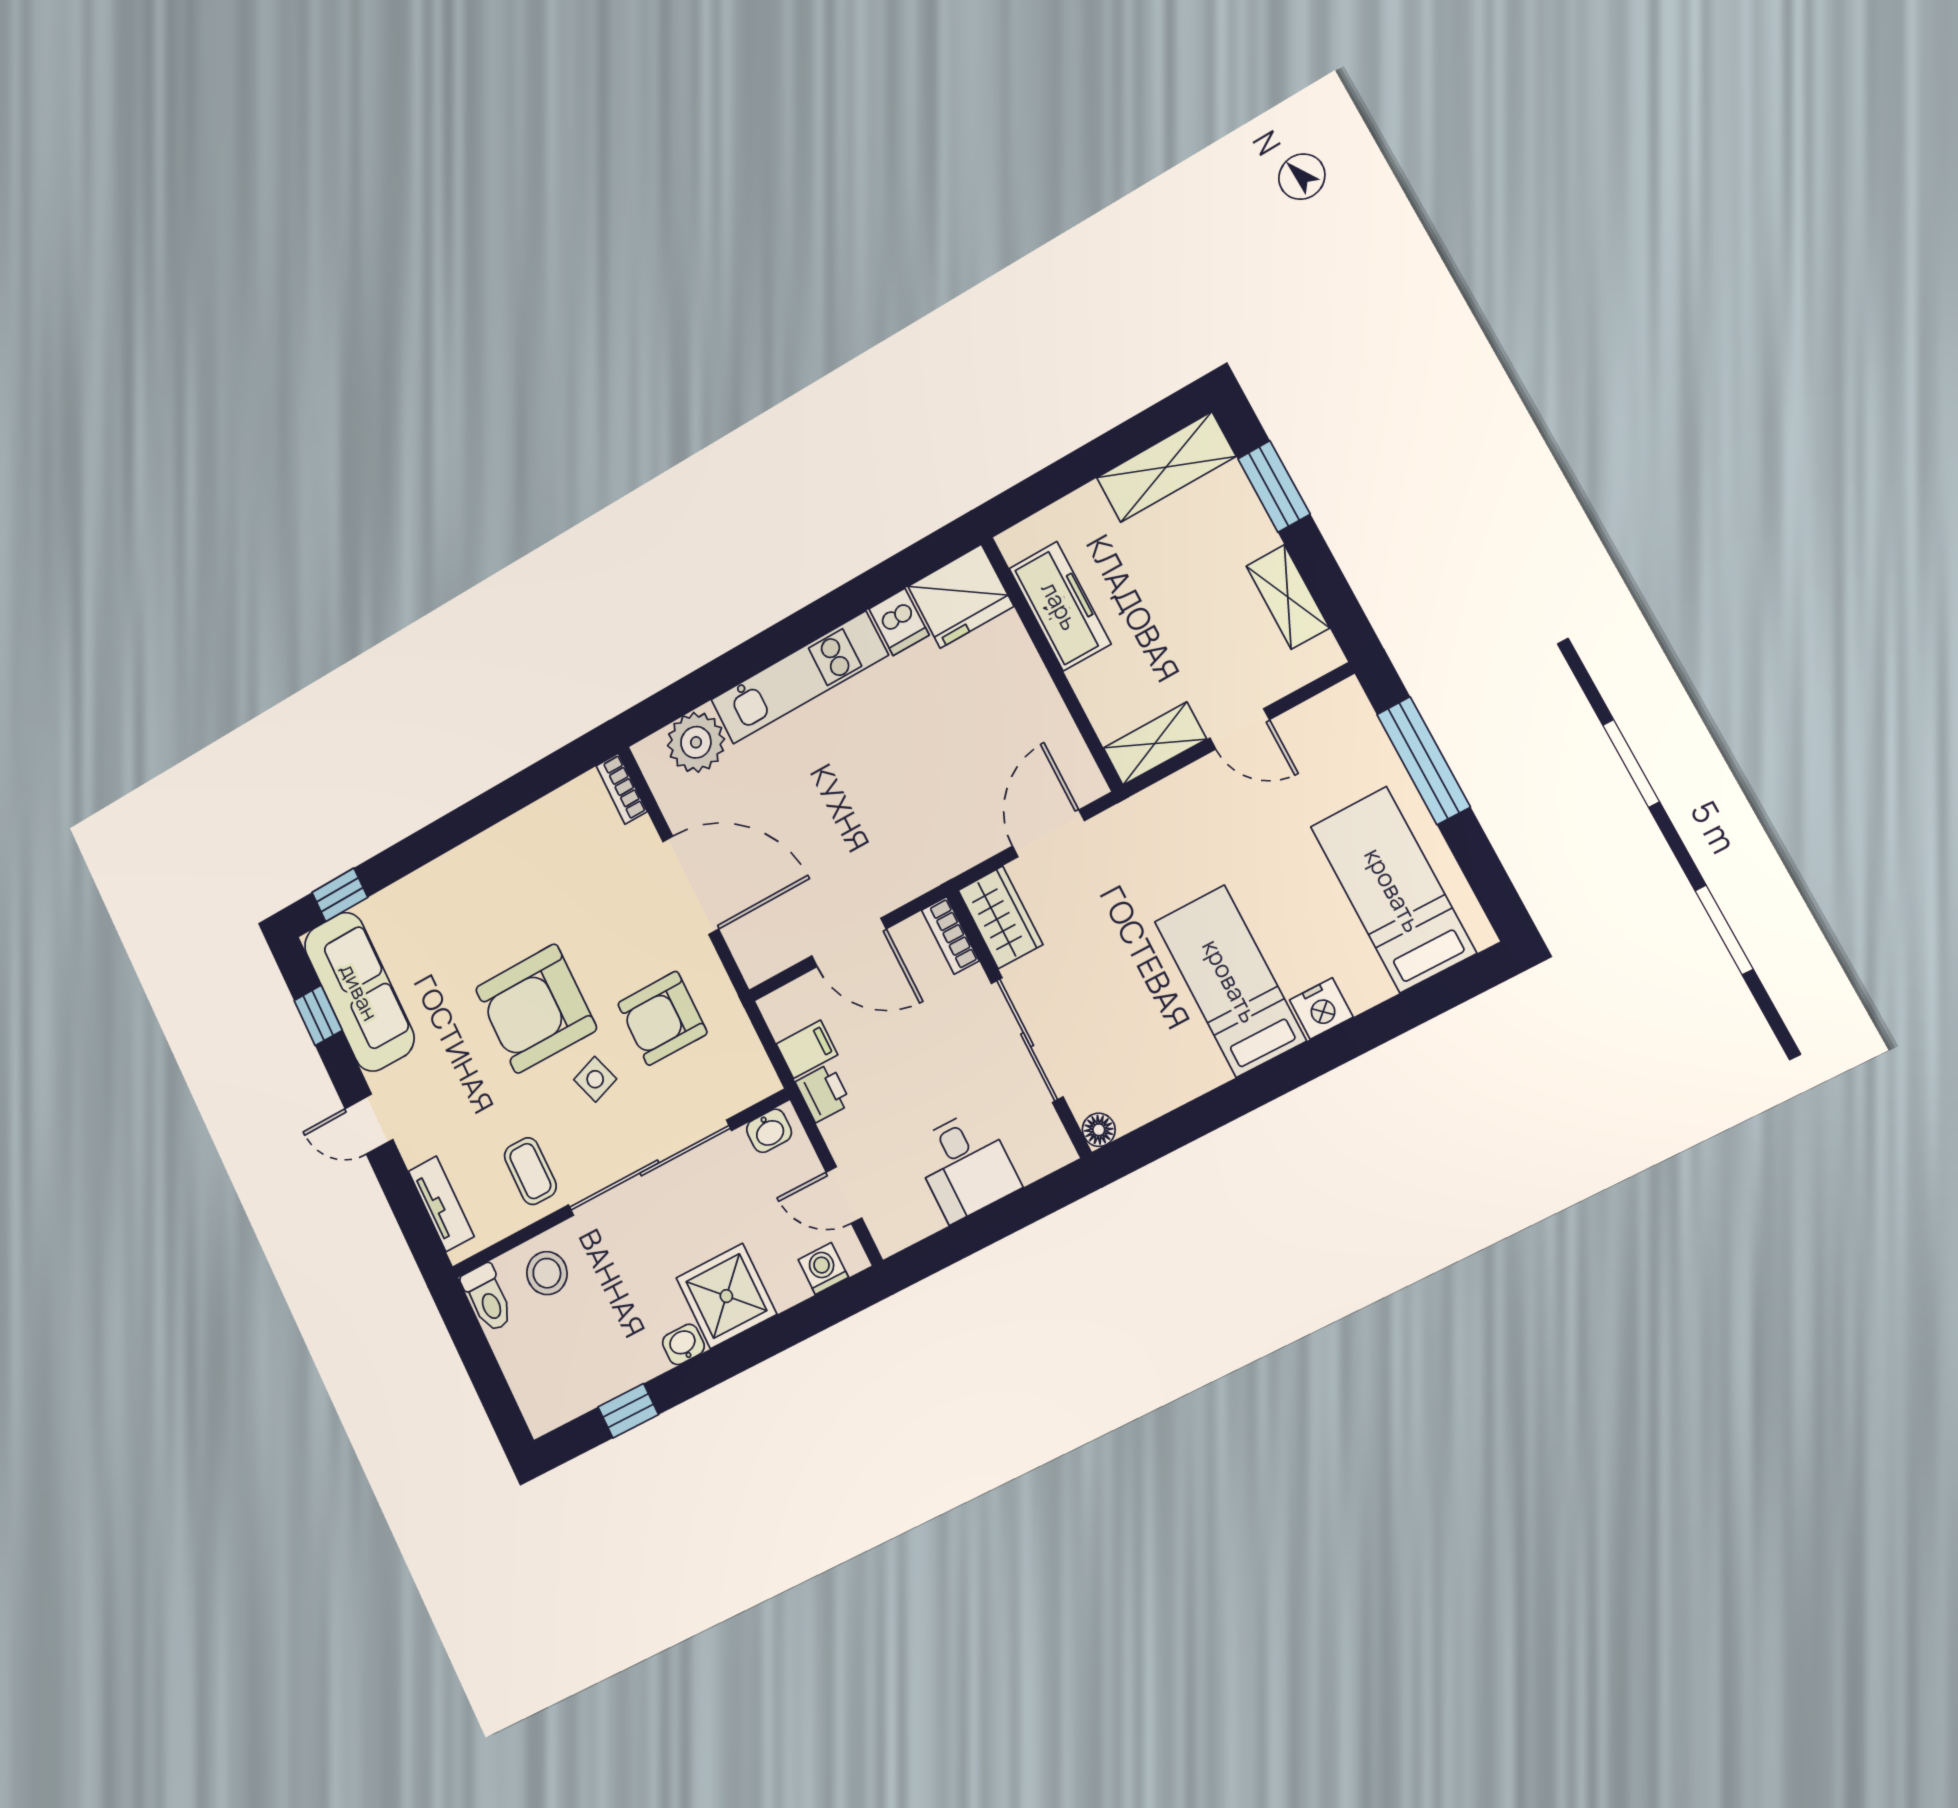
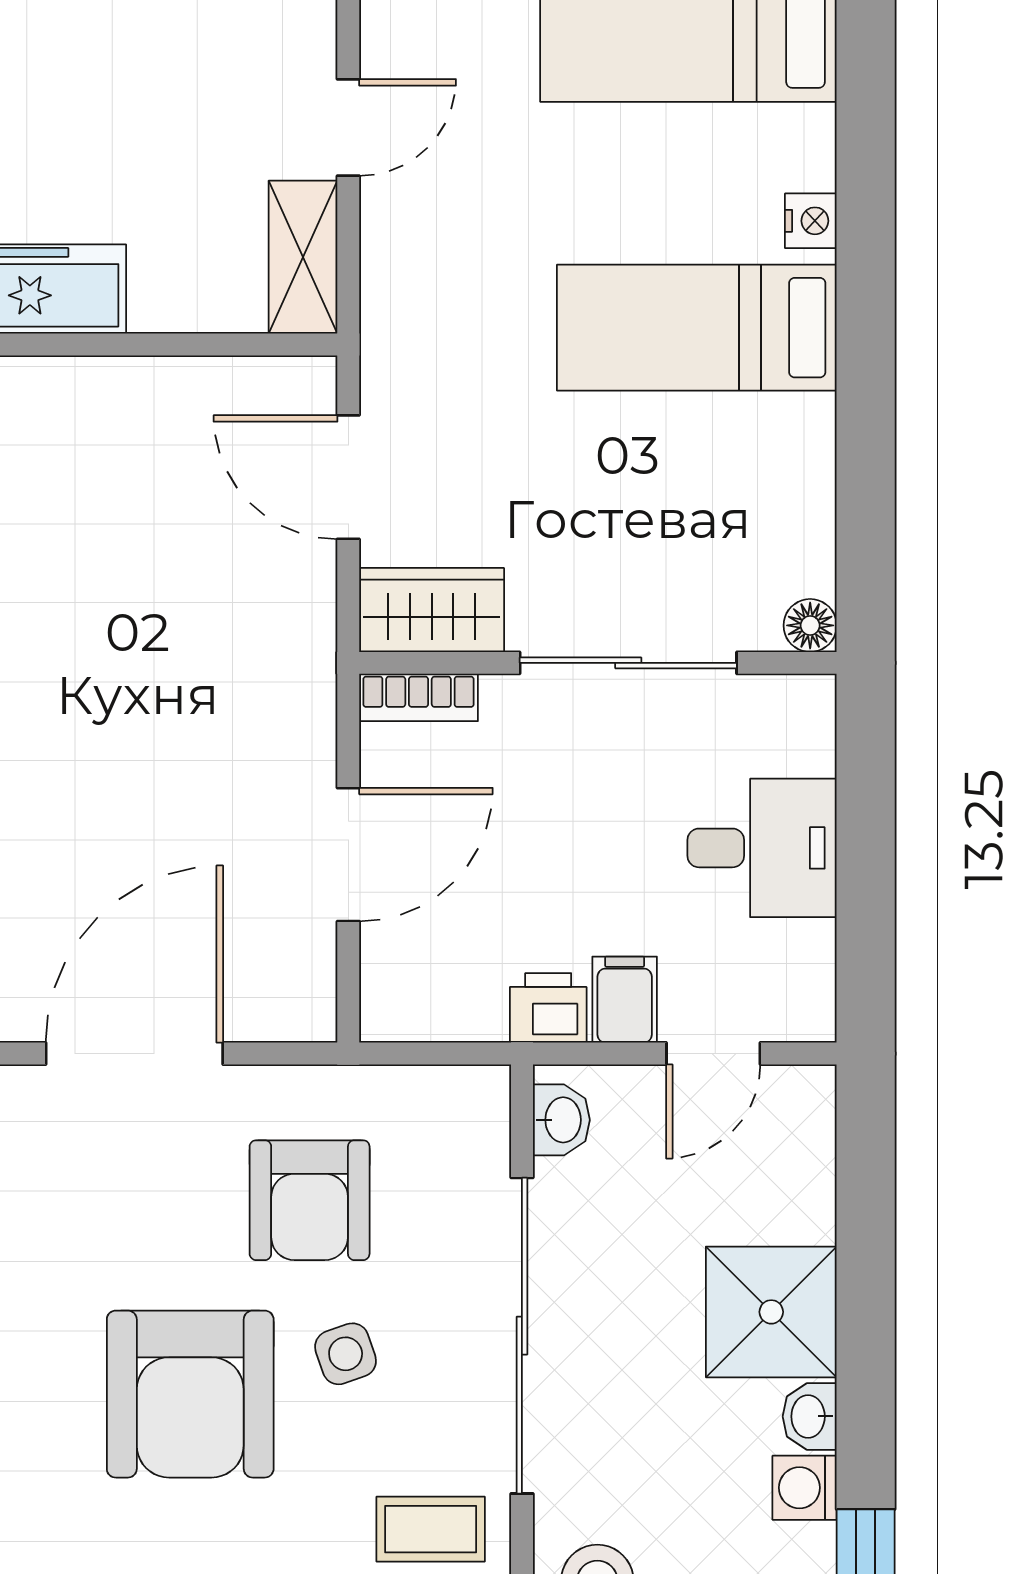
nightstand: (1321, 1009) -> (811, 221), width x0.72, depth x0.74
filing cabinet: (807, 1049) -> (625, 1000), moved
washing machine: (823, 1269) -> (805, 1488), moved

